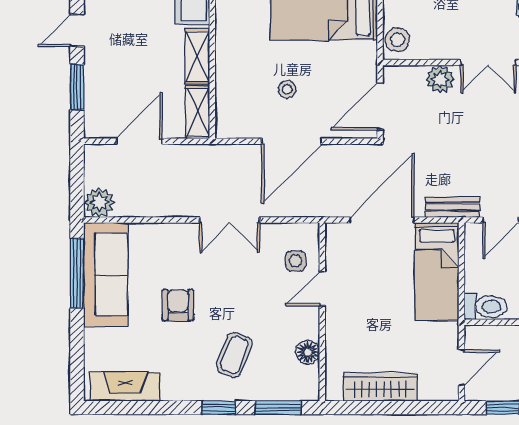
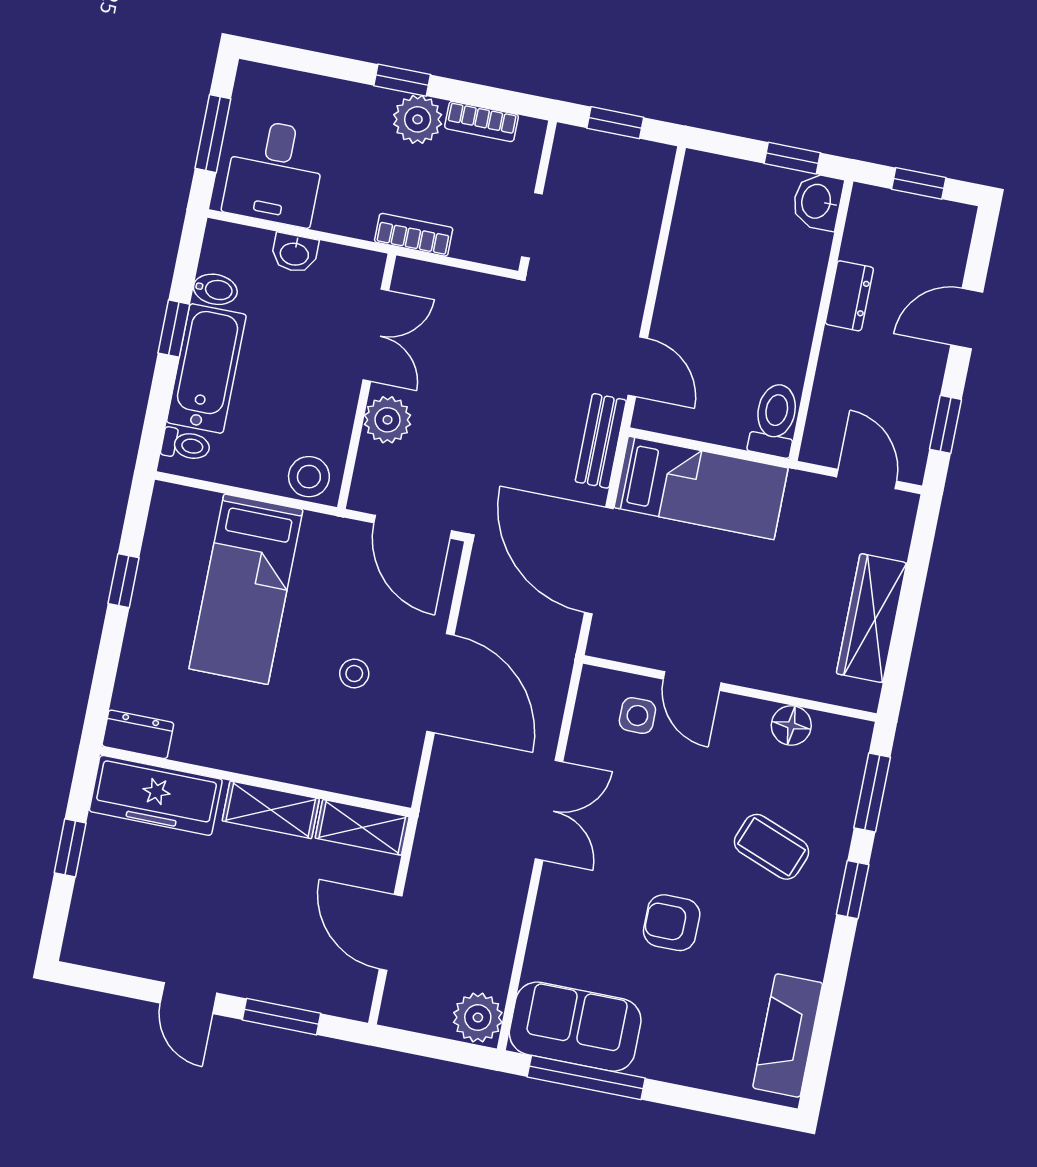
sofa: (106, 274) -> (575, 1027), width x0.73

